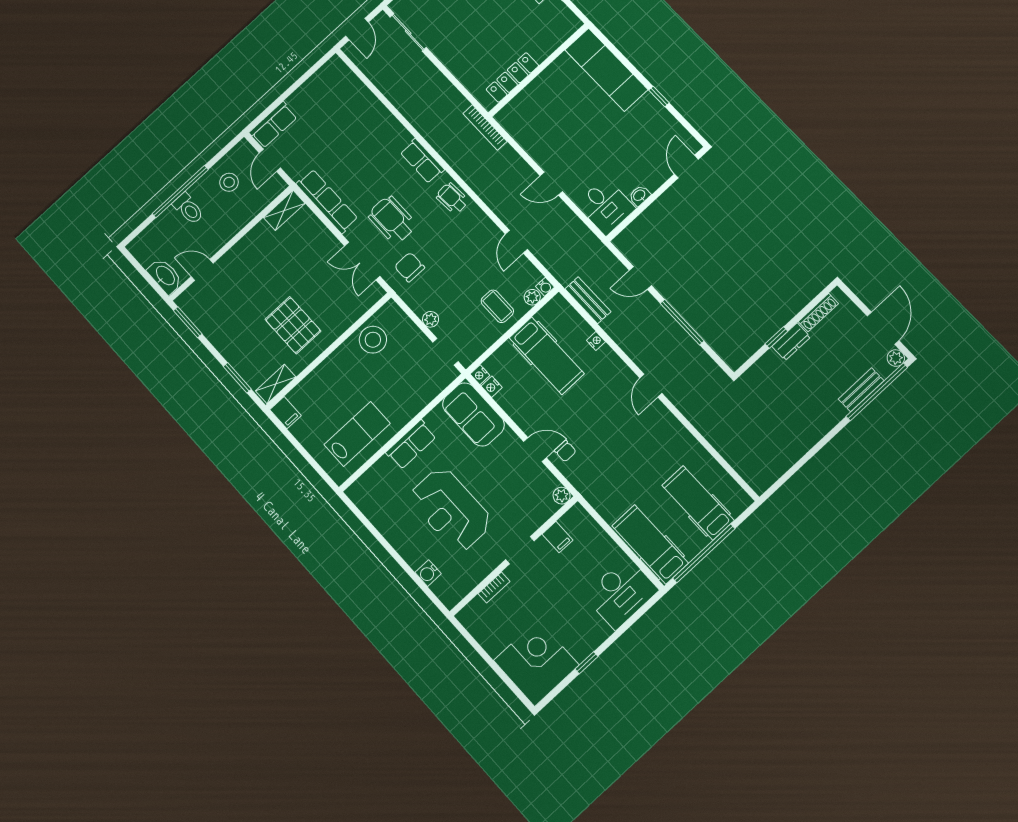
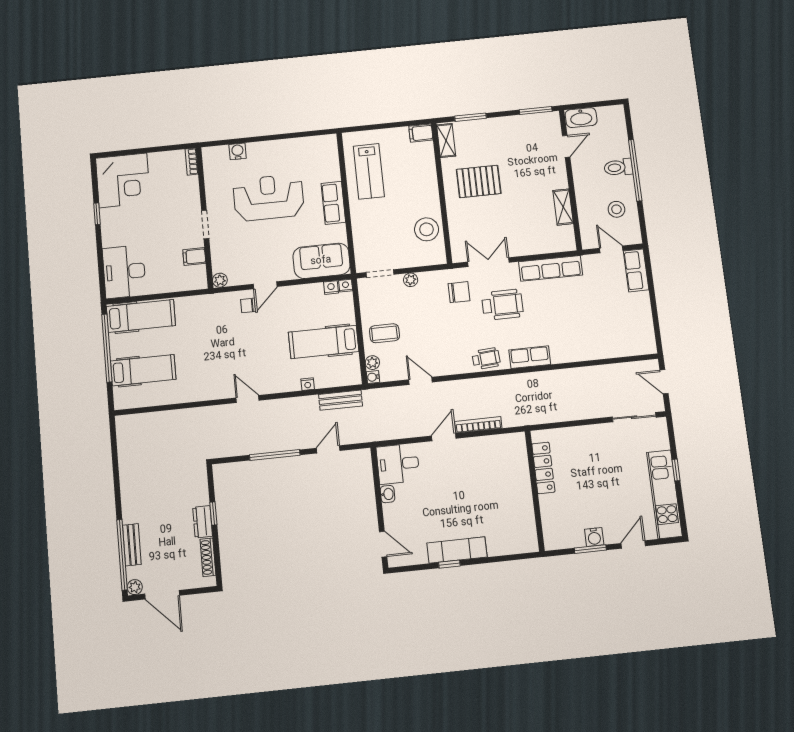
exam couch: (606, 70) -> (457, 550), moved, width x0.73, depth x0.69
bookcase: (485, 127) -> (478, 425), moved
shelving: (284, 210) -> (563, 207), moved
bookcase: (494, 588) -> (192, 162), moved

